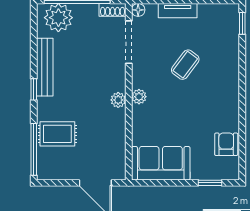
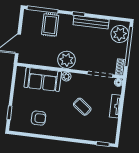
plant: (118, 100) -> (66, 60), width x1.88, depth x1.88
armchair: (226, 144) -> (39, 118), moved
sofa: (161, 163) -> (43, 79), moved, turned 90

